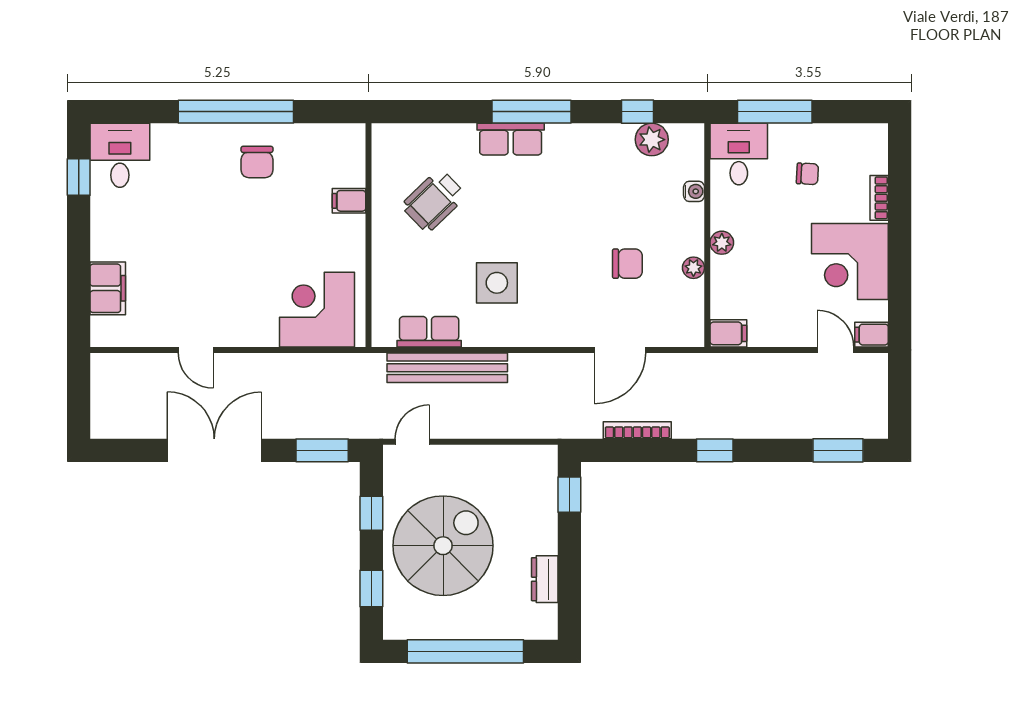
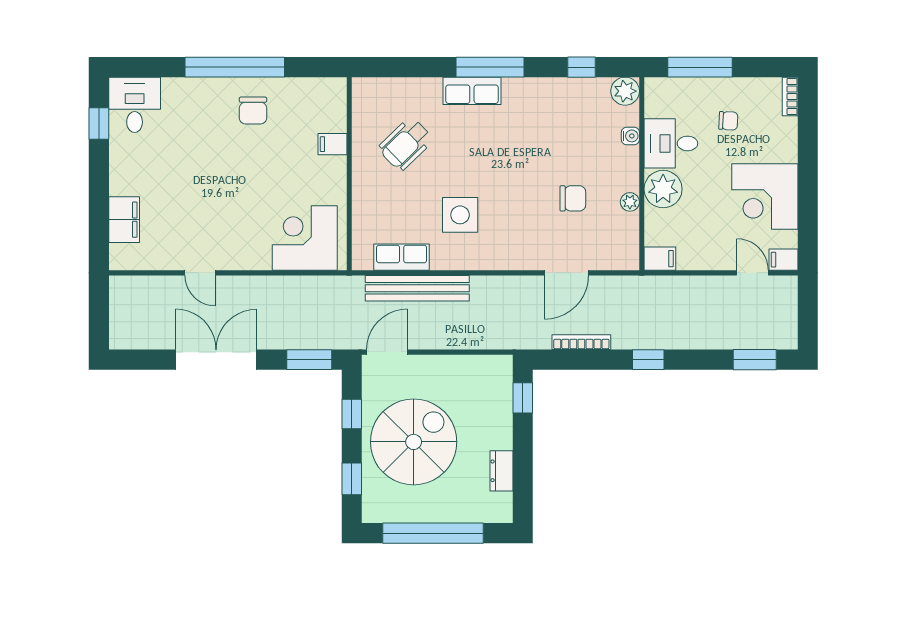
plant: (652, 140) -> (625, 91), moved
desk: (739, 154) -> (671, 143), moved, turned -90
bookcase: (879, 198) -> (790, 96), moved
plant: (722, 243) -> (663, 189), width x1.87, depth x1.87
door: (412, 442) -> (387, 352), width x1.38

